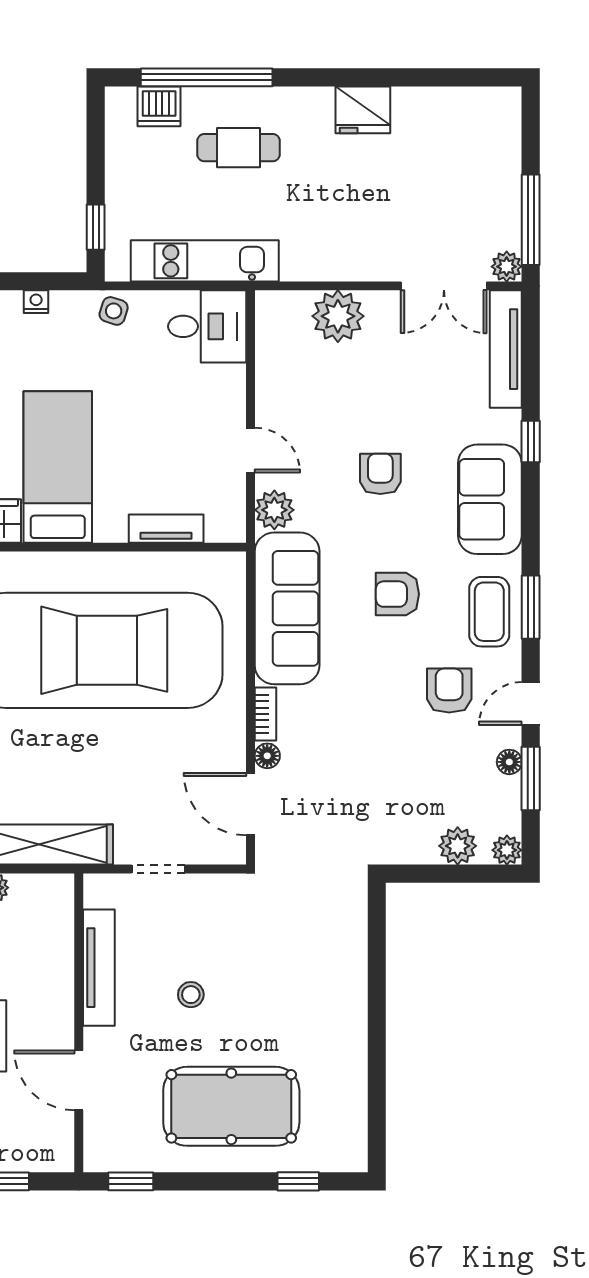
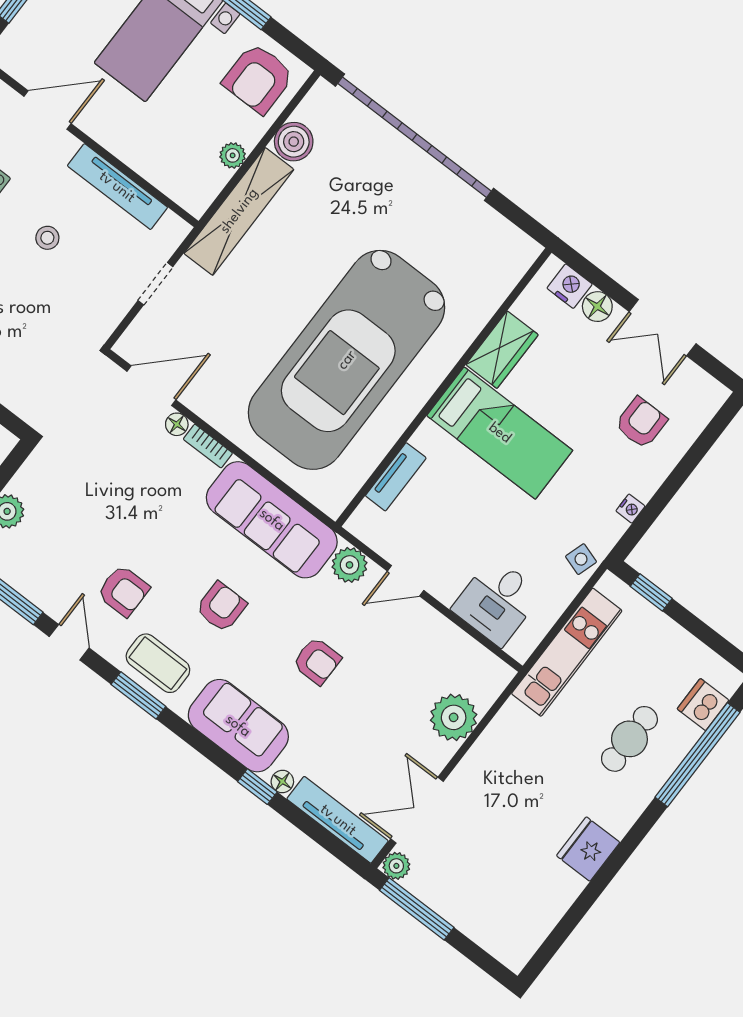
desk: (207, 326) -> (497, 601), moved
floor lamp: (509, 762) -> (282, 781), moved

